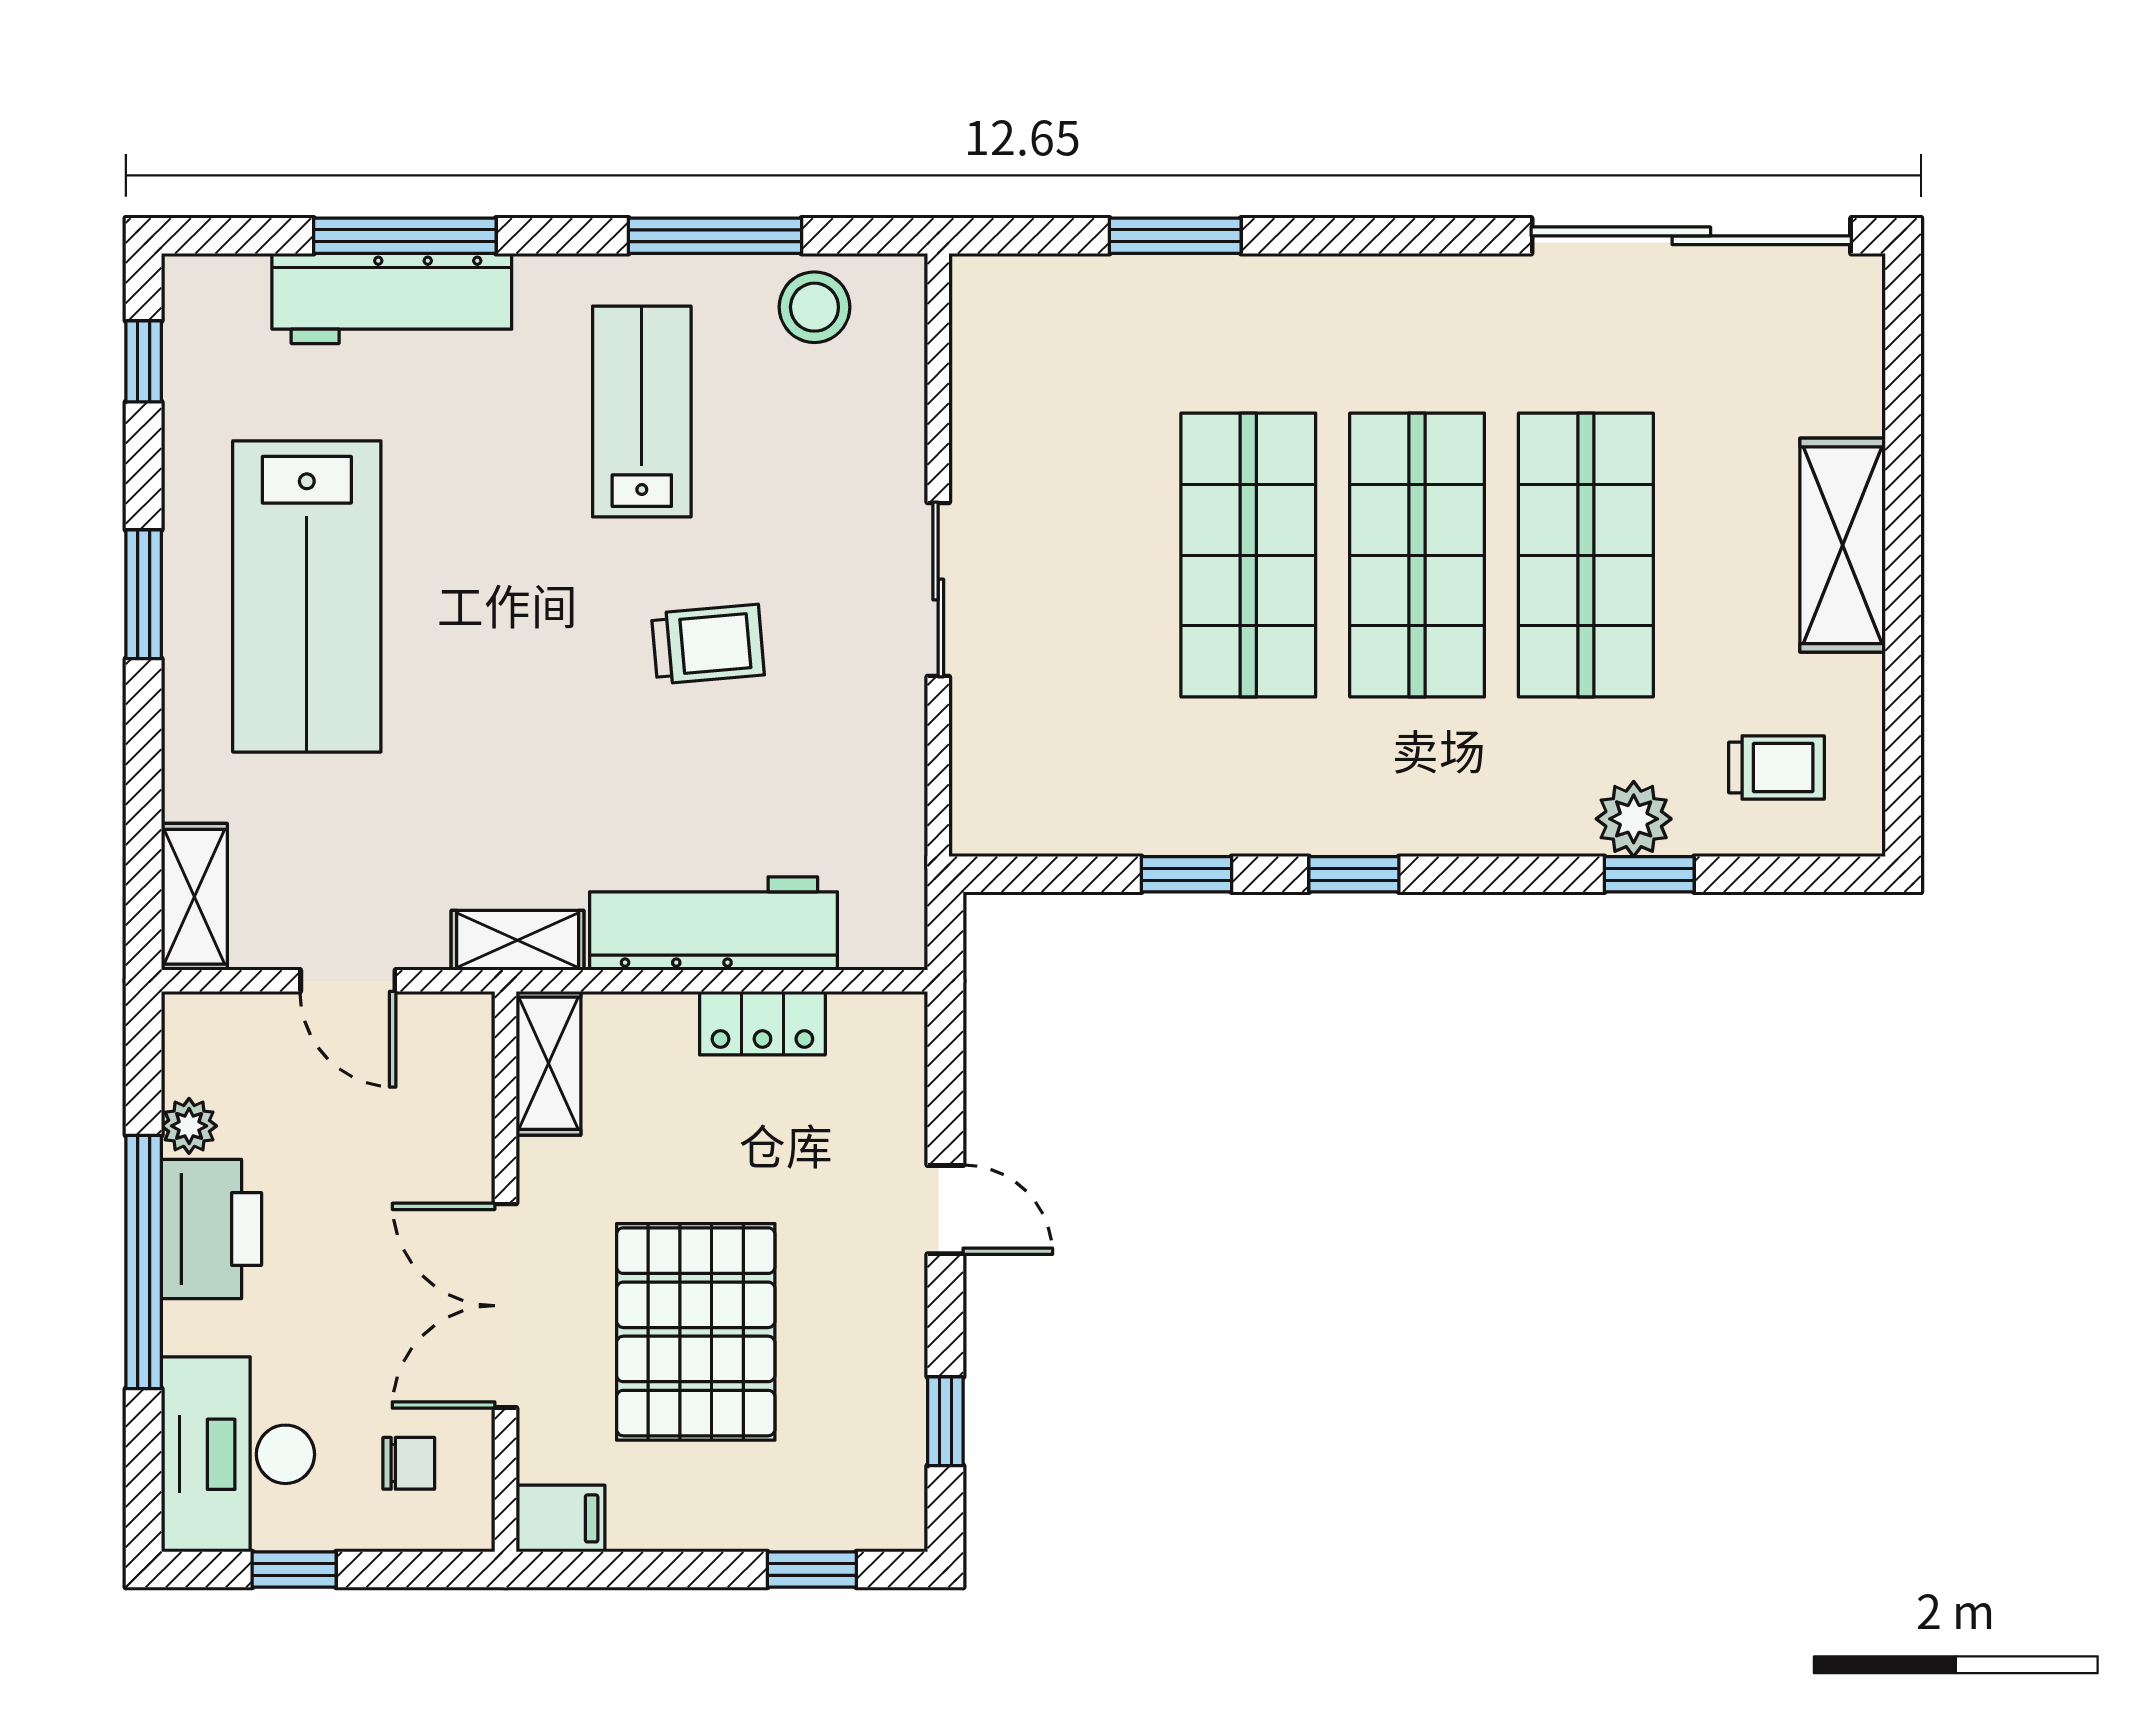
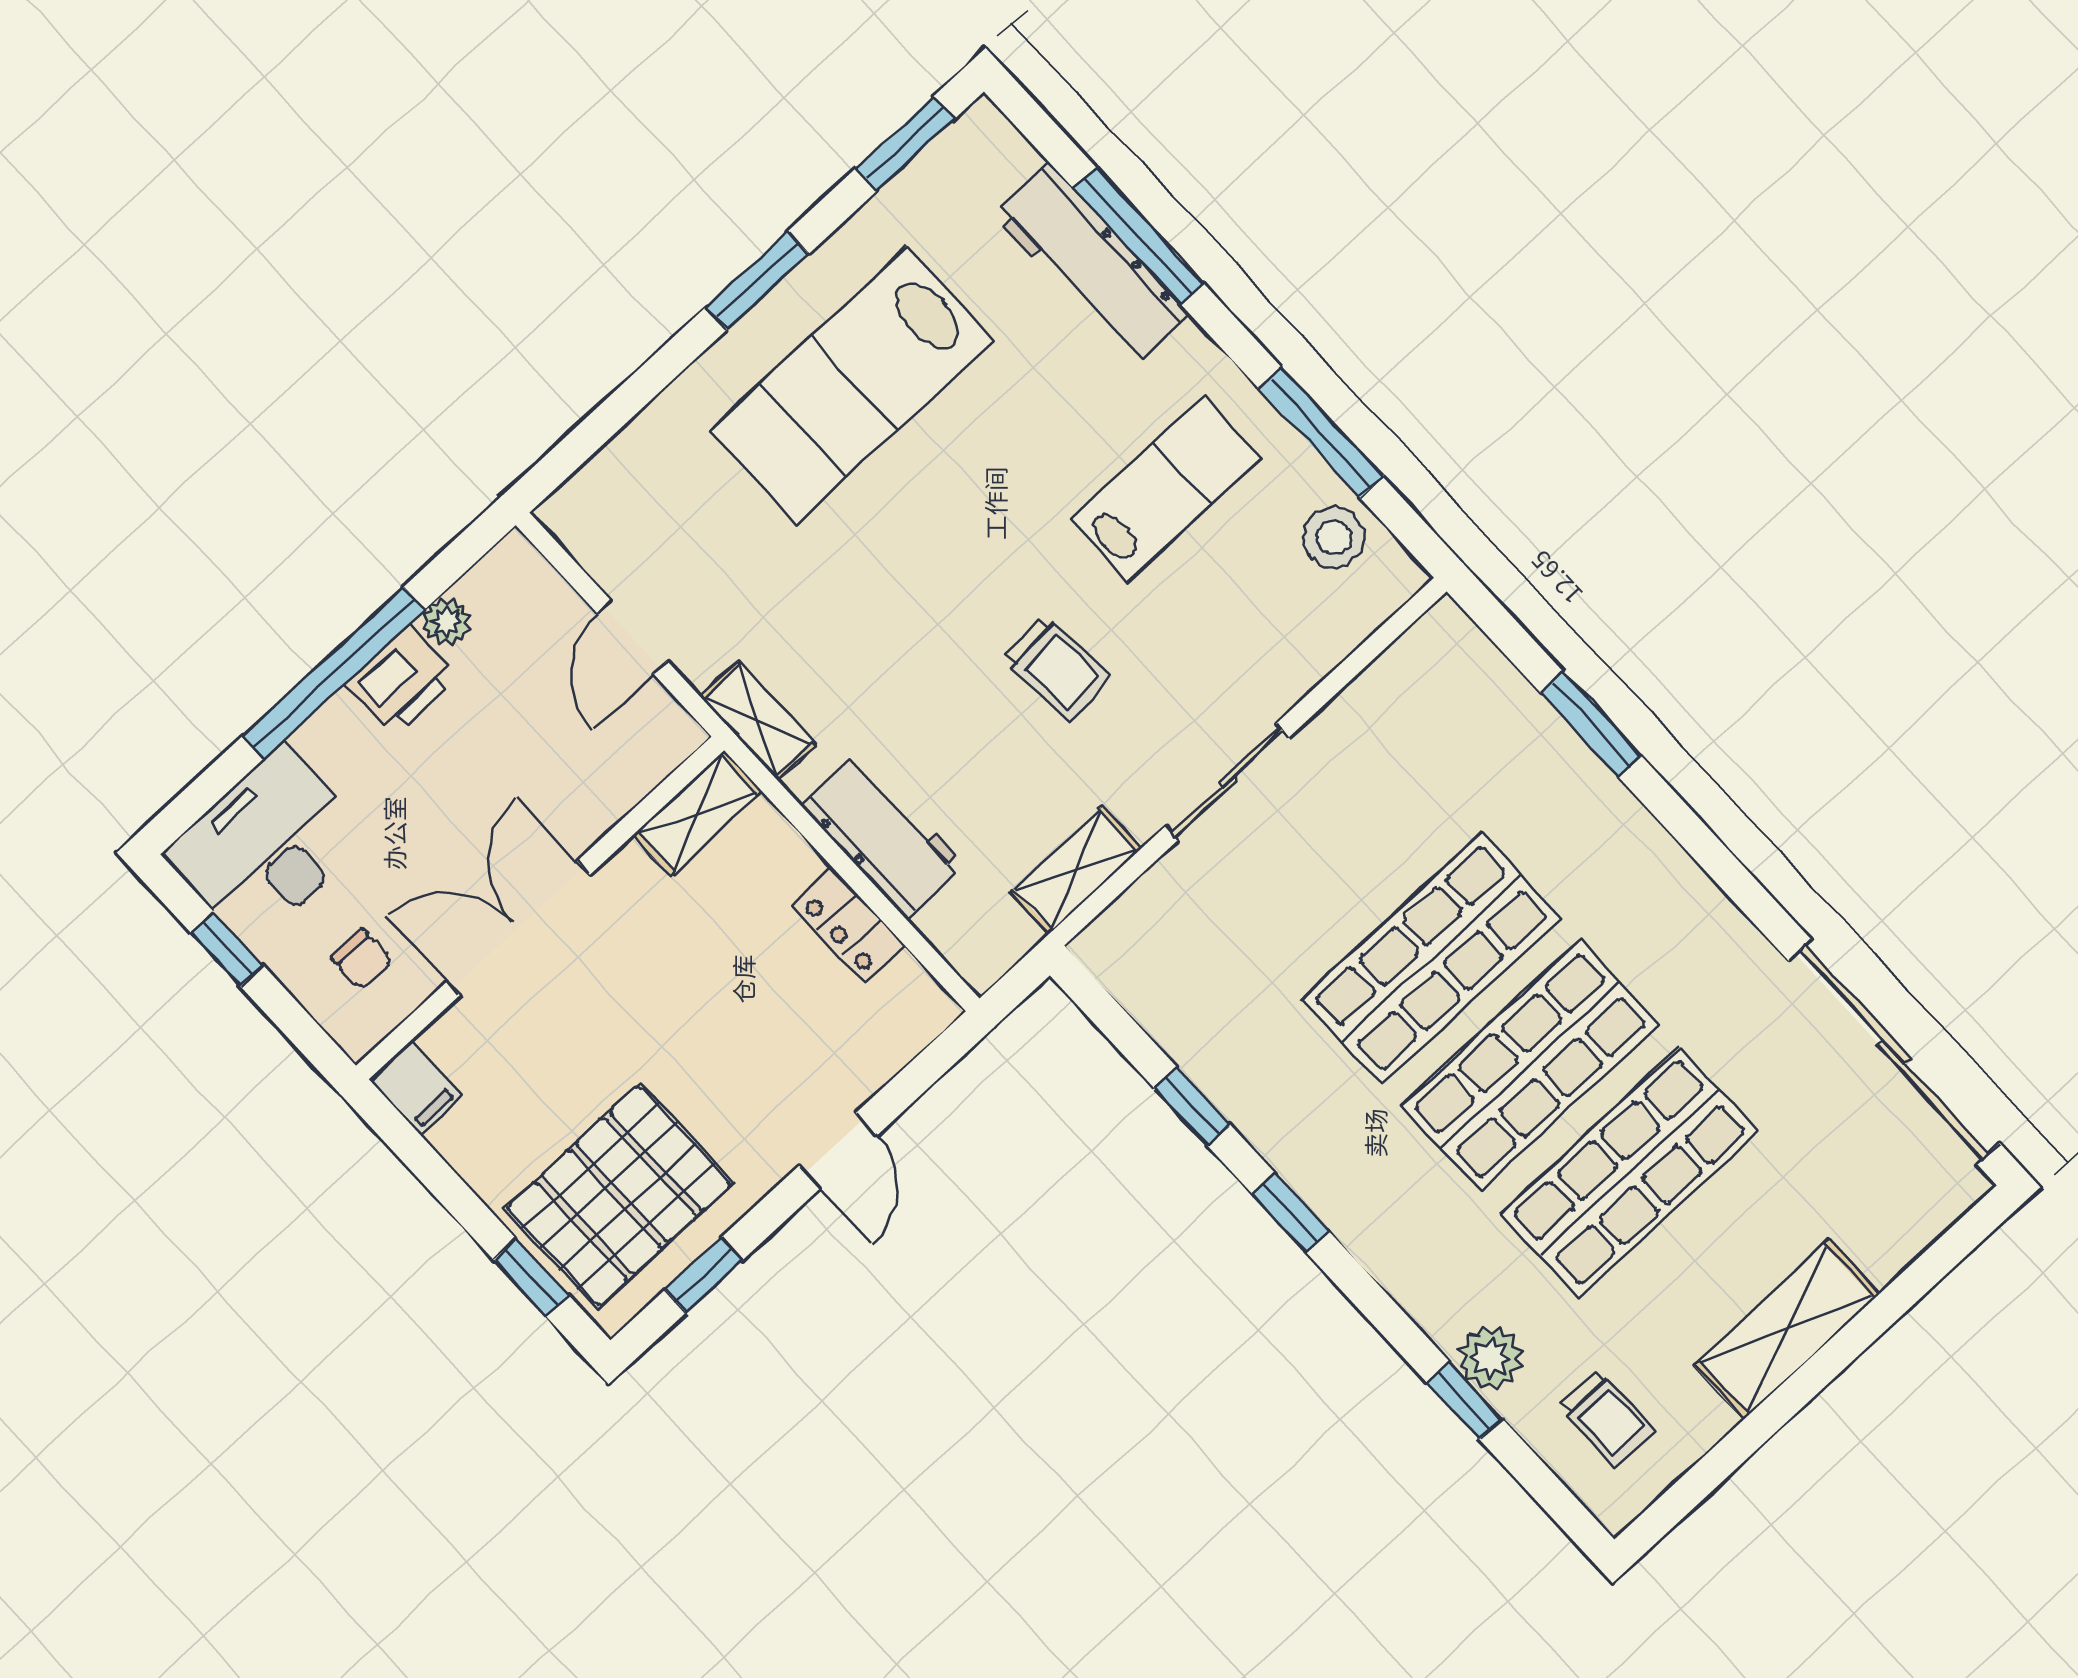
window: (144, 361) -> (905, 144), width x1.50
shelving: (194, 897) -> (1076, 870), moved
workbench: (713, 923) -> (883, 835), width x0.73
printer: (211, 1229) -> (402, 680), width x0.73, depth x0.84
pallet: (696, 1332) -> (619, 1196), moved

